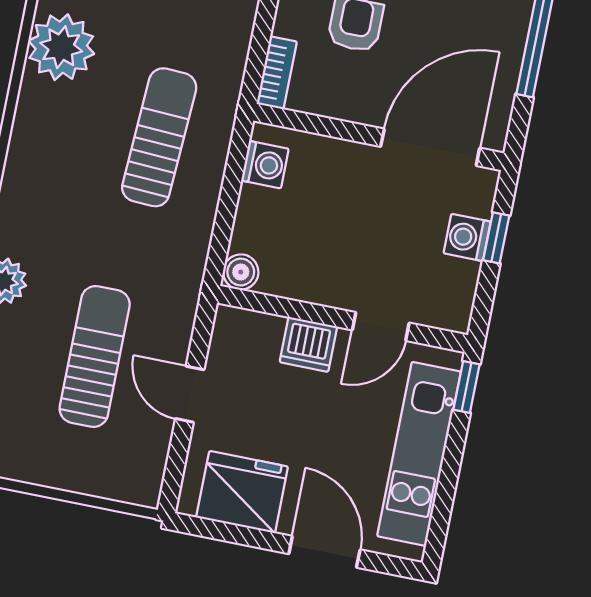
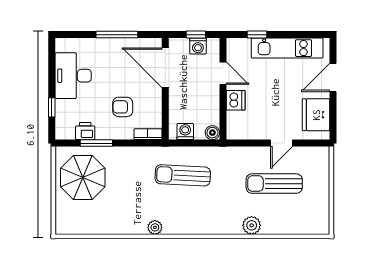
plant: (61, 47) -> (155, 227), width x0.53, depth x0.53
boiler: (241, 272) -> (212, 133), moved
wall: (342, 319) -> (223, 89), moved
door: (381, 327) -> (223, 73), moved
dishwasher: (308, 344) -> (236, 100), moved

